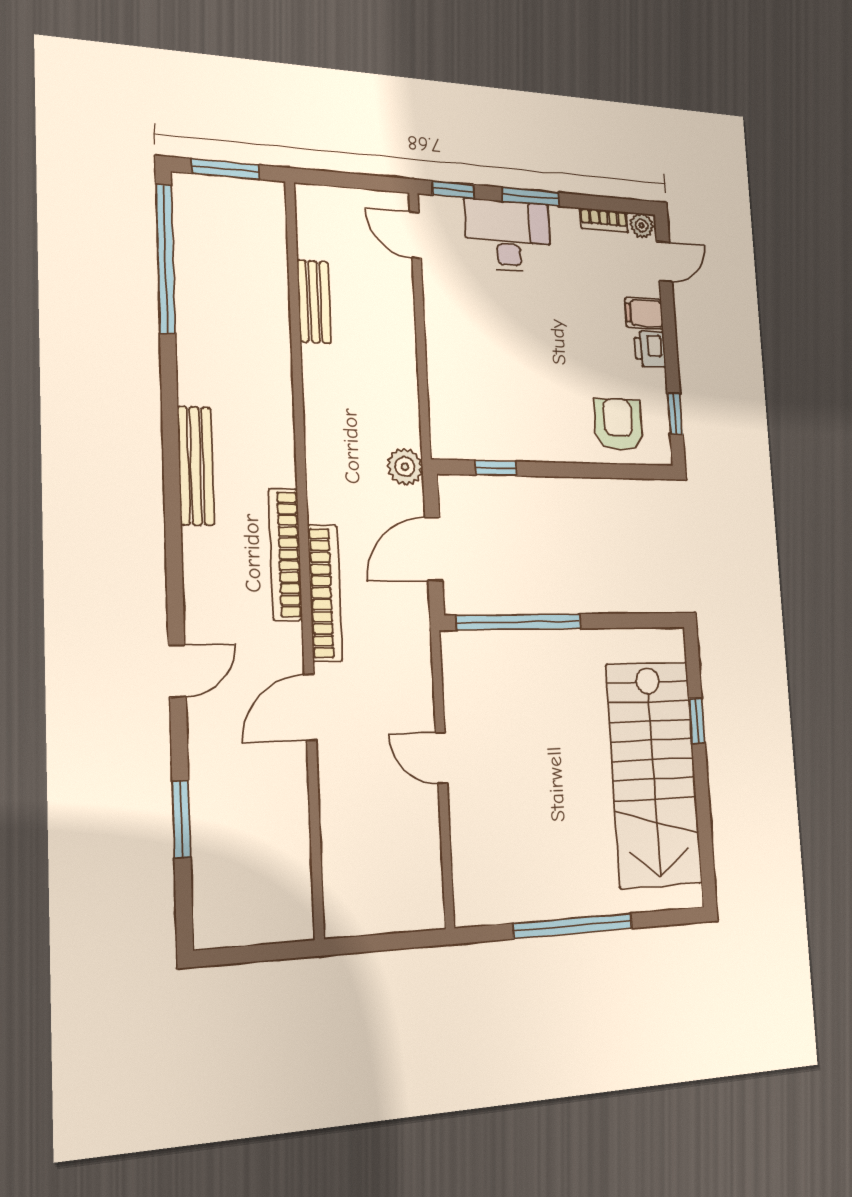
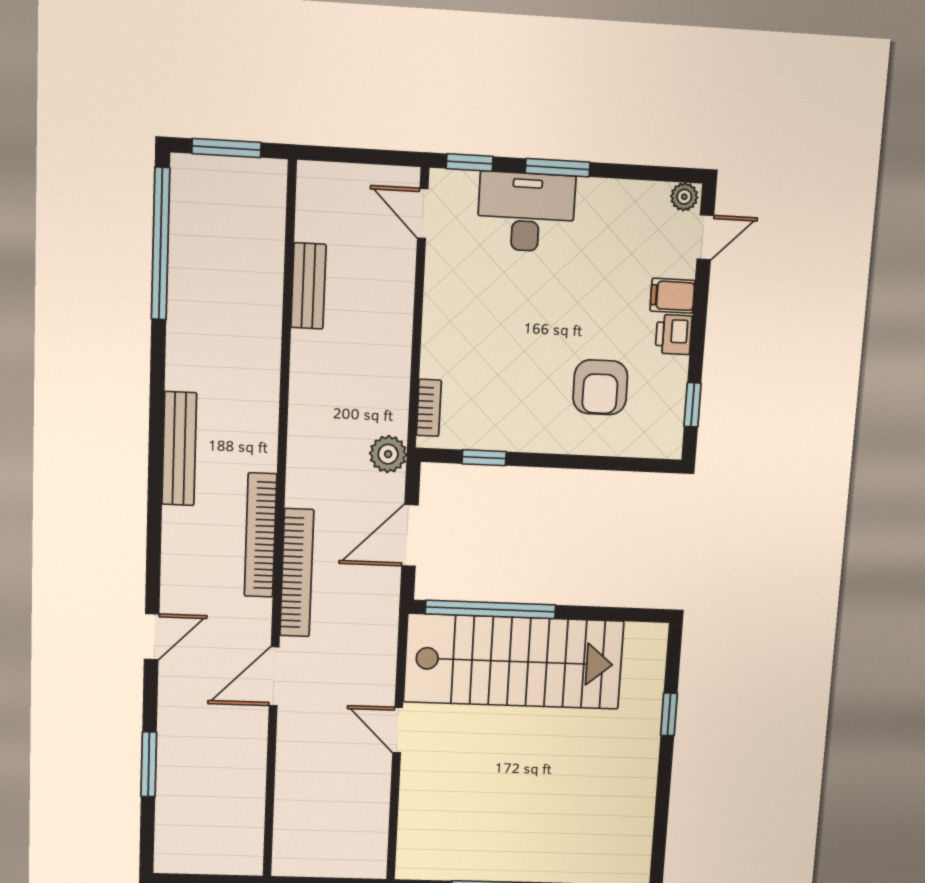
bookcase: (604, 220) -> (429, 408), moved, turned -90
armchair: (618, 425) -> (600, 387), moved, turned 180
stairs: (654, 774) -> (514, 661), moved, turned -90

